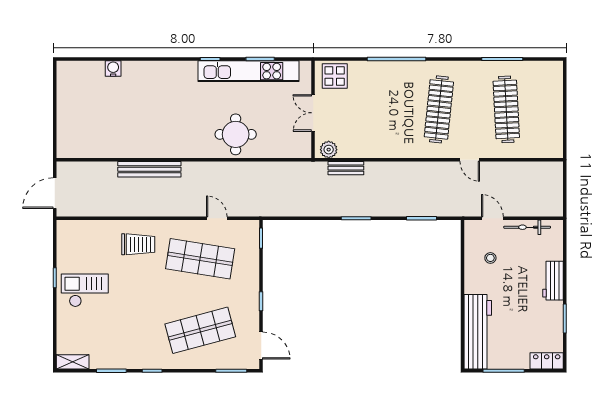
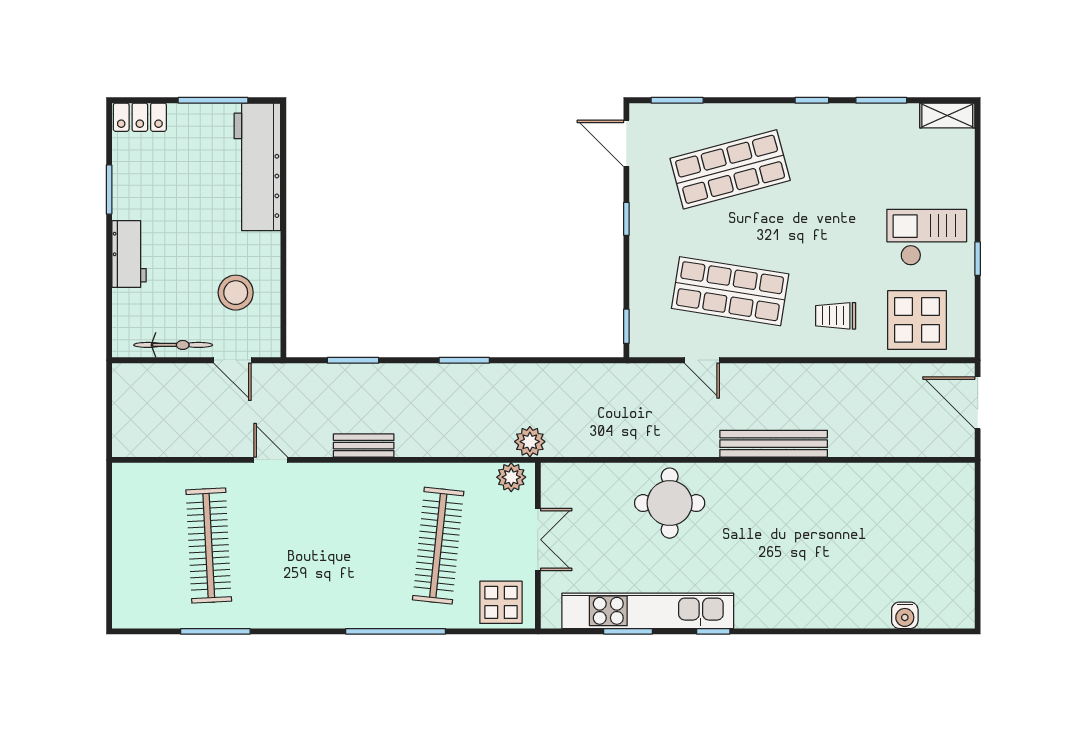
water cooler: (113, 68) -> (905, 615), moved
clothes rail: (439, 109) -> (438, 546), moved
bench: (346, 168) -> (364, 446), moved
bench: (149, 169) -> (774, 444), moved
plant: (318, 170) -> (530, 442), added
door: (55, 193) -> (978, 403), swing flipped
display table: (90, 242) -> (917, 320), added
trolley: (138, 244) -> (836, 316), width x0.73, depth x0.72
stool: (490, 258) -> (236, 293), width x1.89, depth x1.89
checkout: (85, 290) -> (927, 237), turned 180

